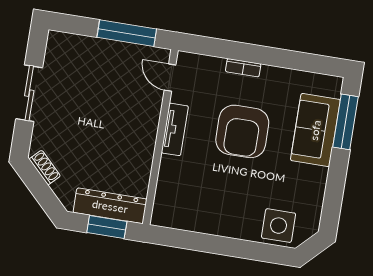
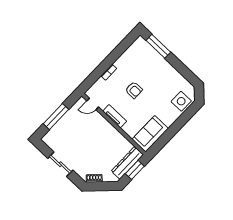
window: (127, 33) -> (56, 117), moved
sofa: (315, 130) -> (150, 134), moved, turned 90
armchair: (242, 131) -> (134, 90), width x0.53, depth x0.53

